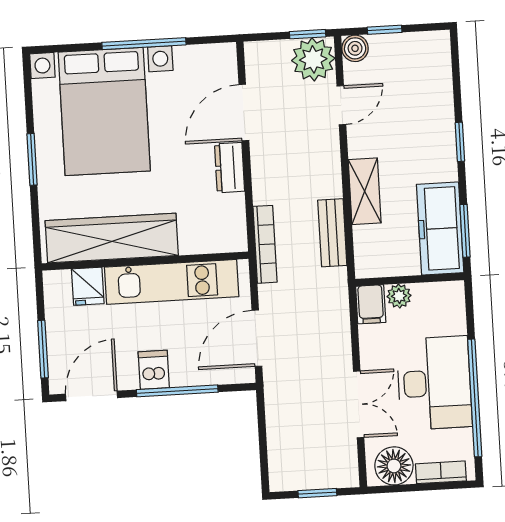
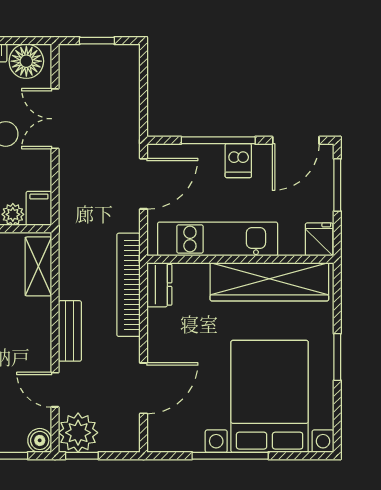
door: (341, 105) -> (55, 390), hinge flipped
dresser: (230, 168) -> (159, 285), moved
shelving: (365, 191) -> (38, 266), moved
bench: (332, 233) -> (70, 331), moved
bookcase: (265, 244) -> (129, 285), width x1.48, depth x1.31
fridge: (88, 286) -> (319, 239), moved

